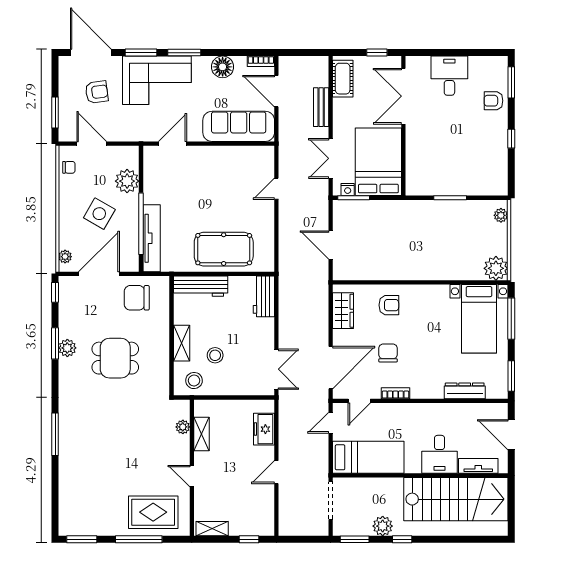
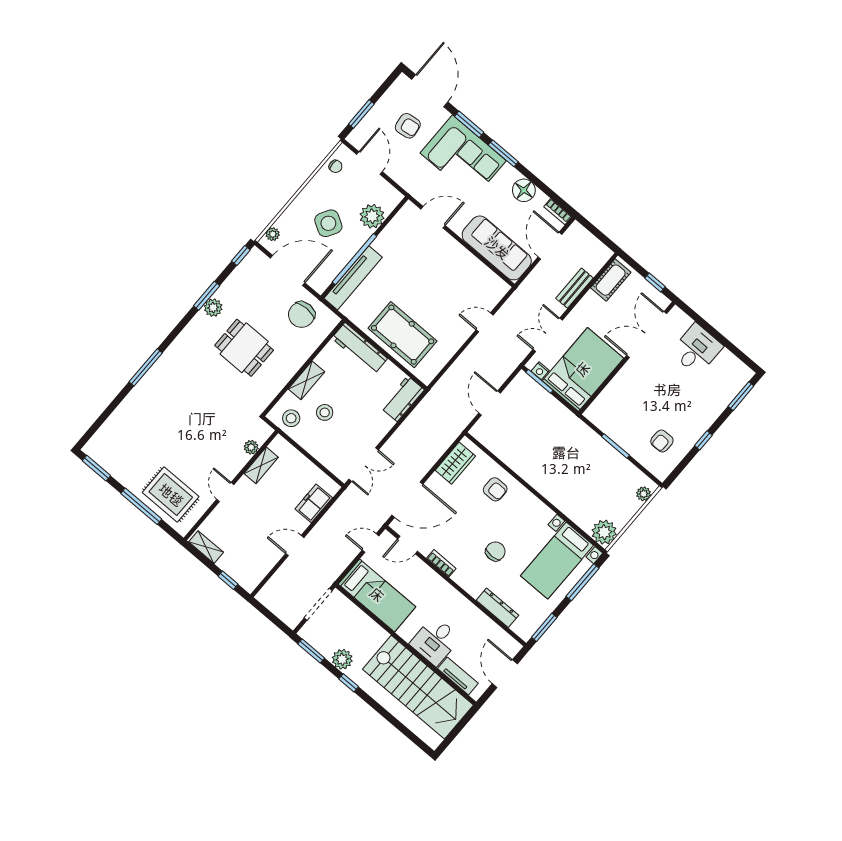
armchair: (493, 101) -> (662, 441), moved, turned -90
chair: (137, 298) -> (301, 315), turned -90
chair: (388, 353) -> (495, 551), moved

